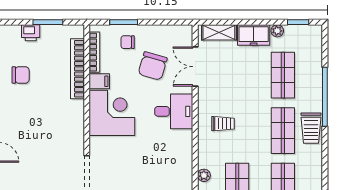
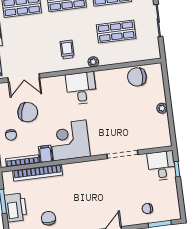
printer: (31, 33) -> (16, 208), width x1.87, depth x1.48
desk: (174, 111) -> (81, 88), moved
plant: (204, 175) -> (93, 62), moved

